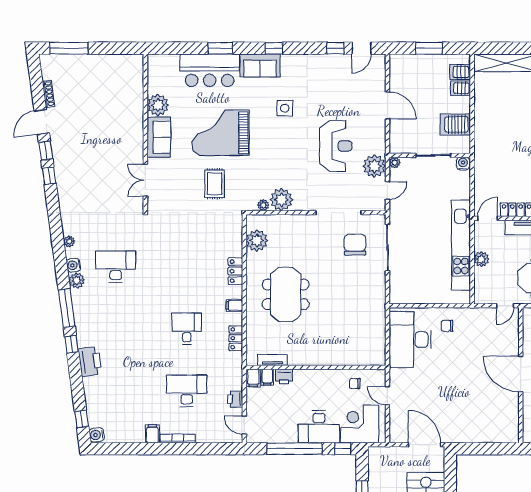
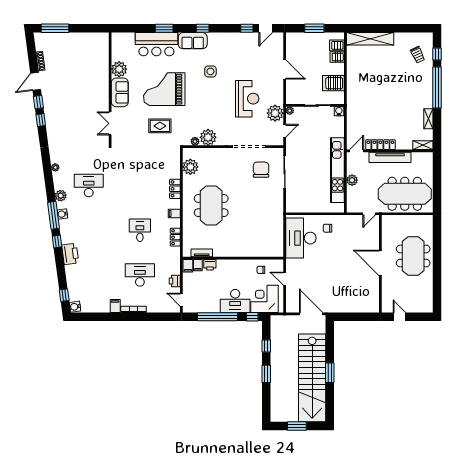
rug: (215, 184) -> (160, 126), turned 90
water cooler: (74, 265) -> (62, 214), moved

